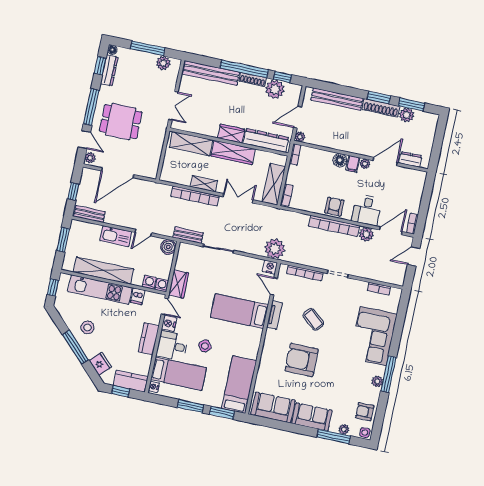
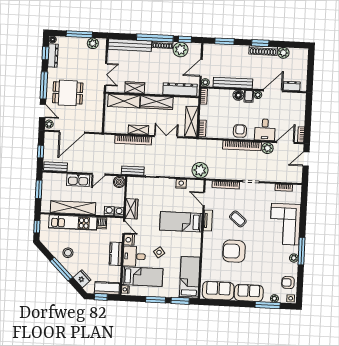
bench: (337, 99) -> (233, 83), moved
window: (411, 104) -> (224, 41), moved
wardrobe: (231, 134) -> (135, 88), moved
nightstand: (270, 267) -> (181, 184), moved

